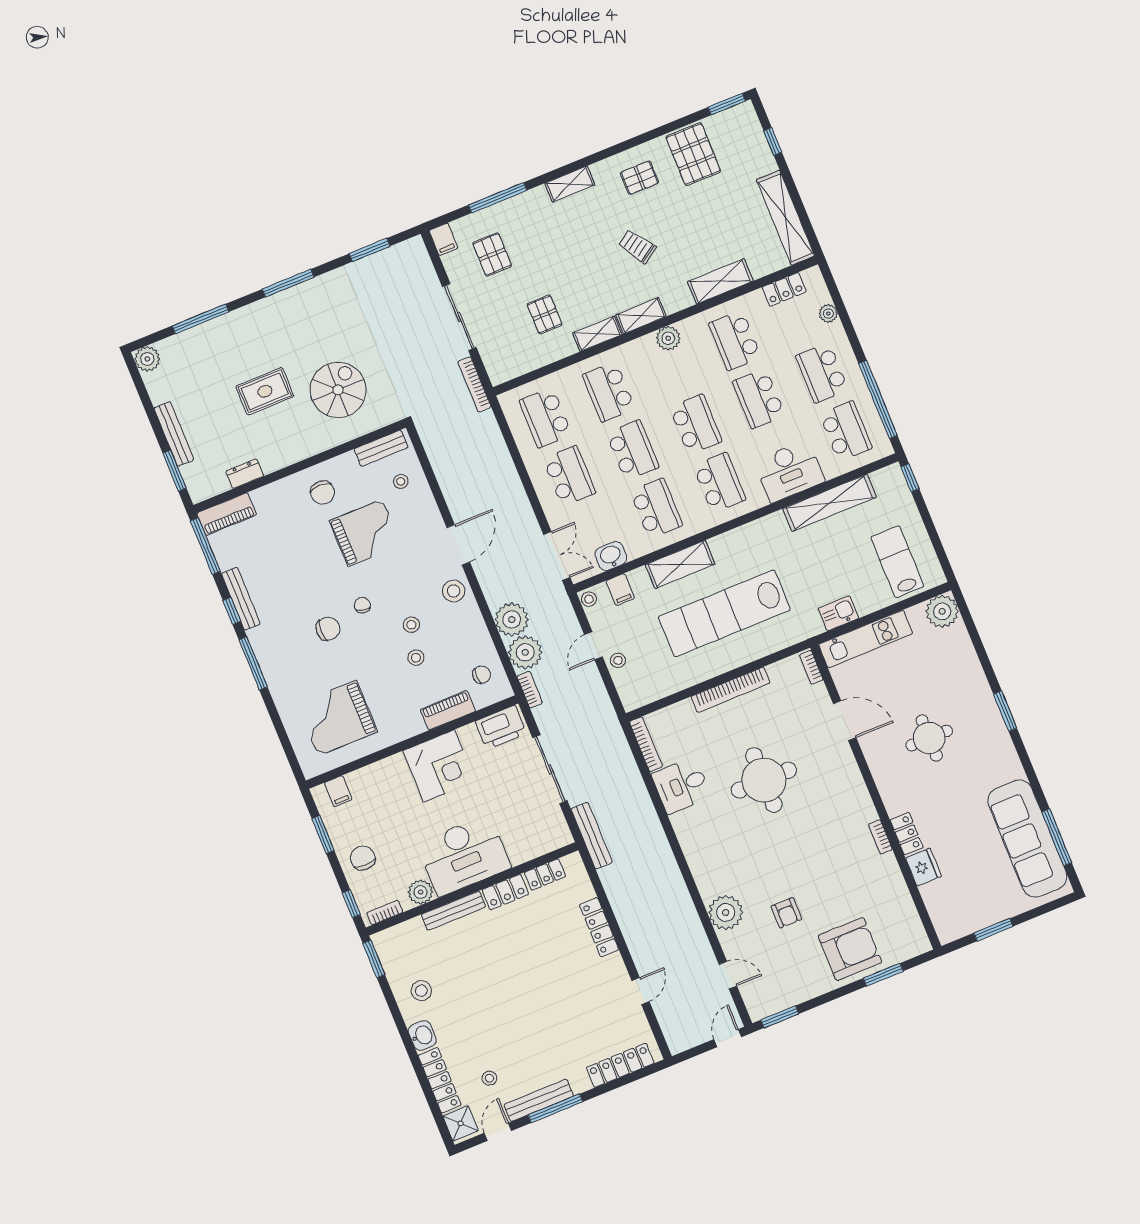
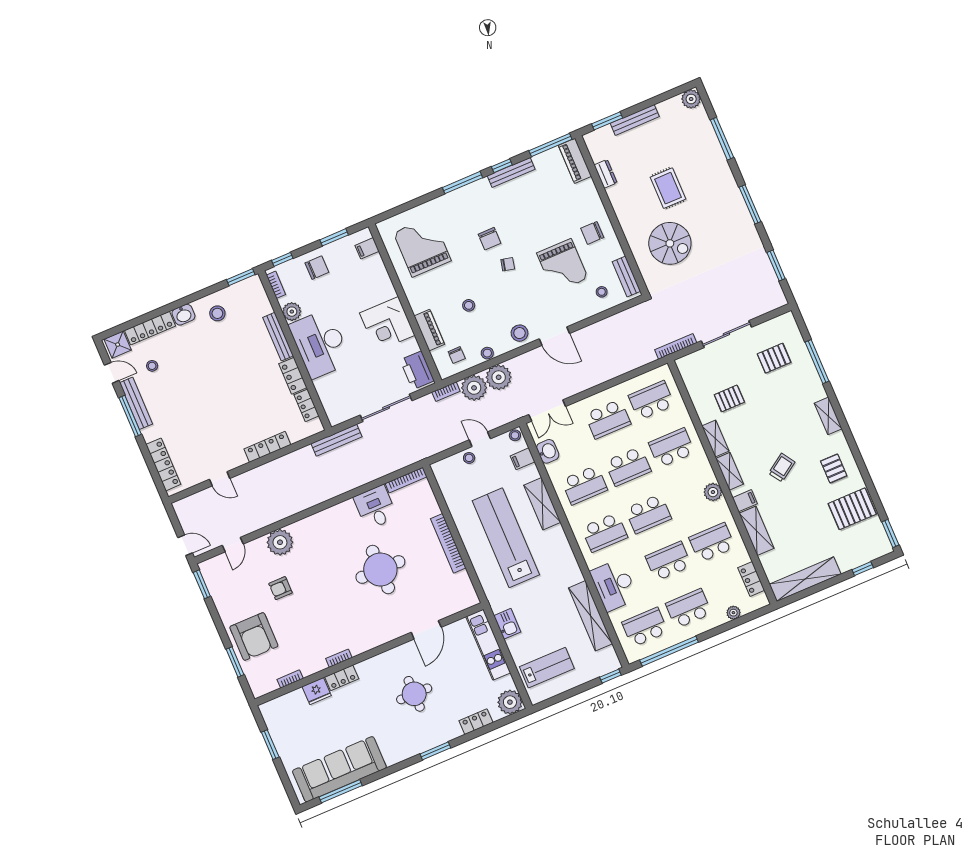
filing cabinet: (443, 239) -> (745, 501), moved, turned 180
school desk: (846, 431) -> (645, 627), turned 180
stool: (411, 625) -> (487, 353), moved
locker: (967, 657) -> (476, 722), added
bookcase: (811, 667) -> (290, 679), moved

